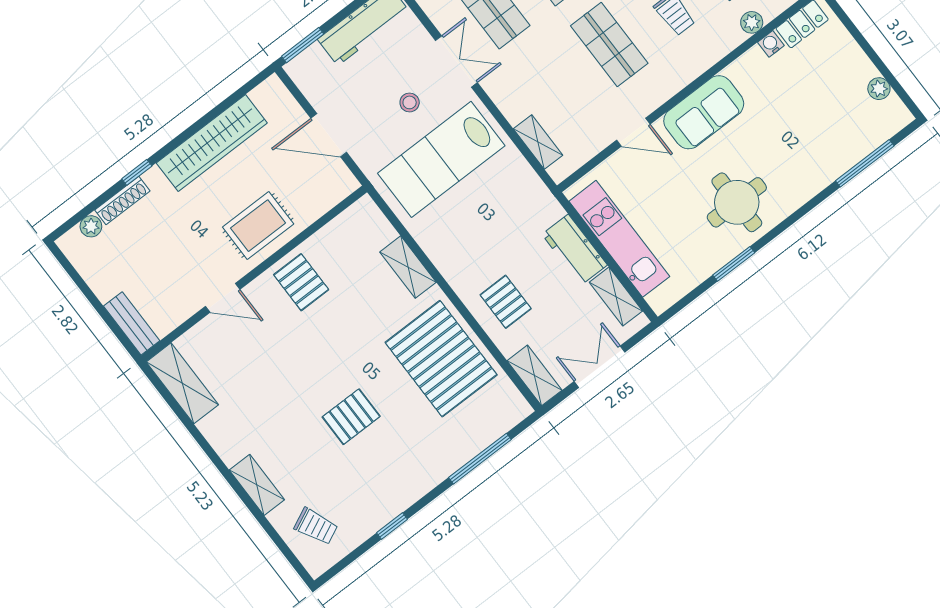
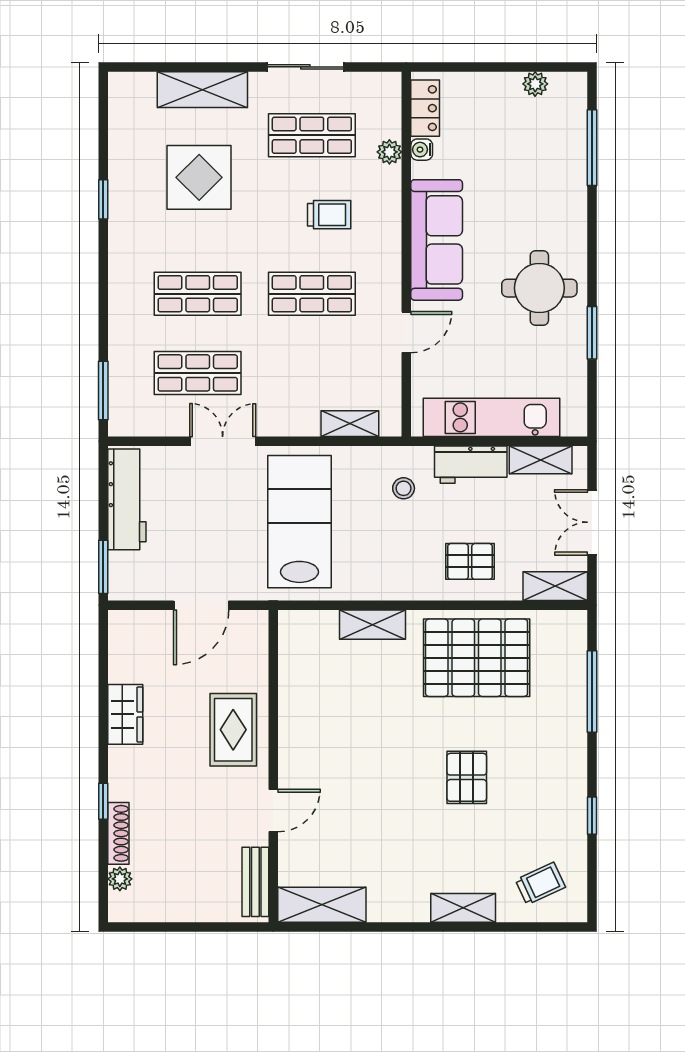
stool: (410, 102) -> (404, 488), moved
sofa: (704, 112) -> (437, 240), width x1.36
wardrobe: (212, 143) -> (125, 714), width x0.48, depth x0.85
lab bench: (441, 159) -> (300, 522), turned 180
pallet: (301, 282) -> (313, 730), removed
bench: (132, 323) -> (255, 882), moved, turned 90

